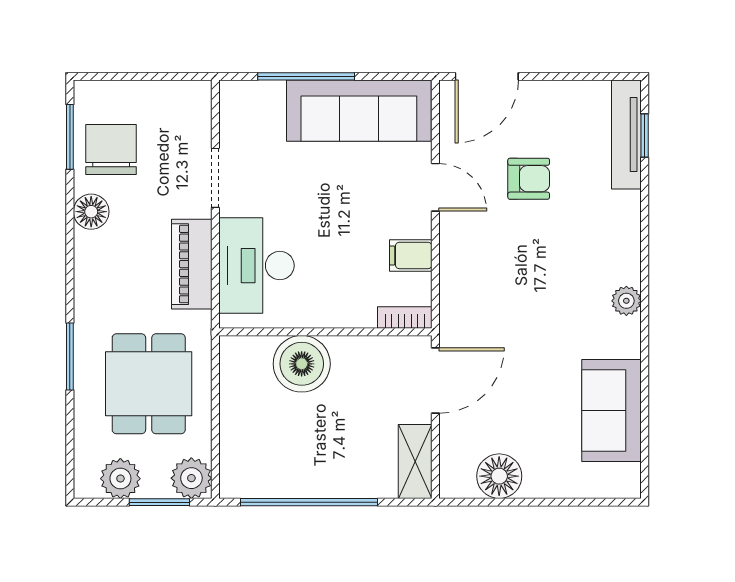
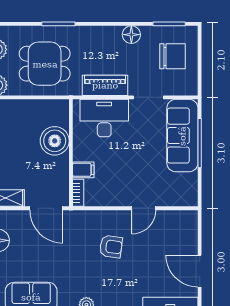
door: (487, 76) -> (200, 271), moved
sofa: (359, 111) -> (182, 136), moved
chair: (111, 150) -> (173, 56), moved
armchair: (529, 179) -> (111, 247), moved, turned -82
filing cabinet: (411, 255) -> (83, 170), moved, turned 90

